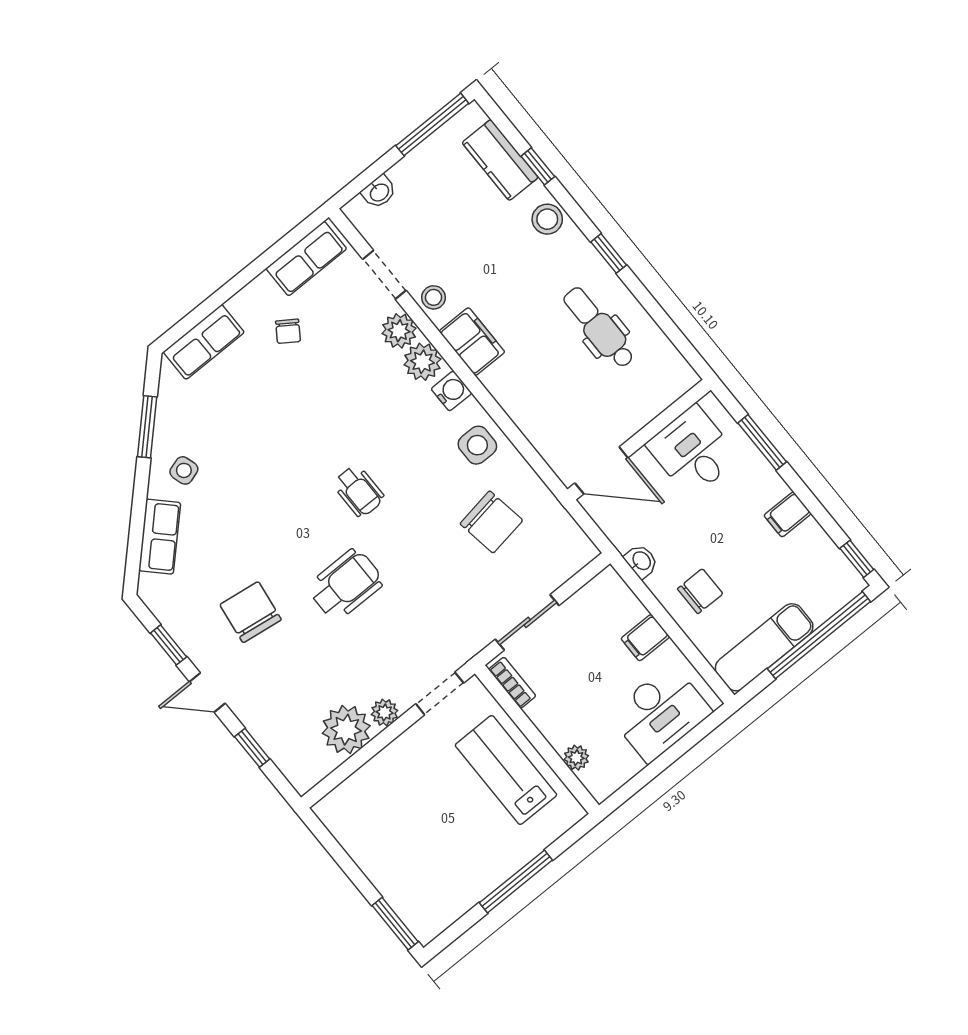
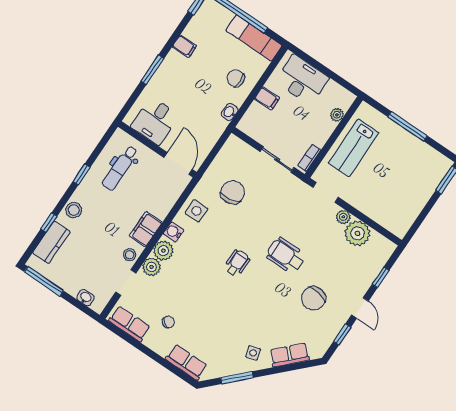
wall: (639, 440) -> (157, 149), moved
desk: (693, 451) -> (155, 121), moved
door: (601, 470) -> (178, 163), moved

